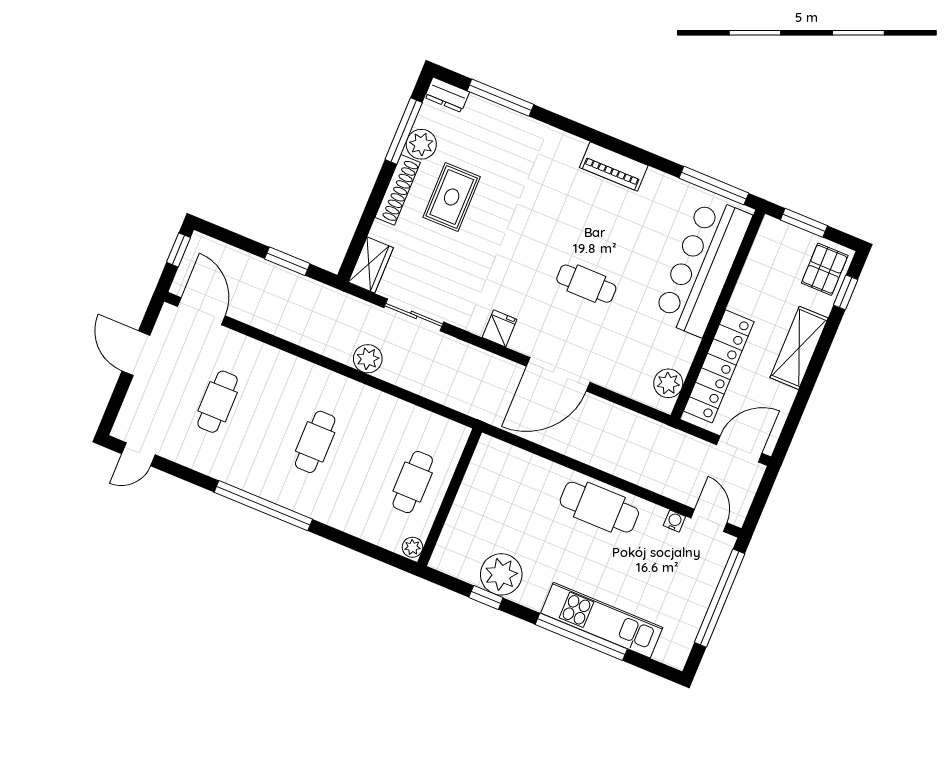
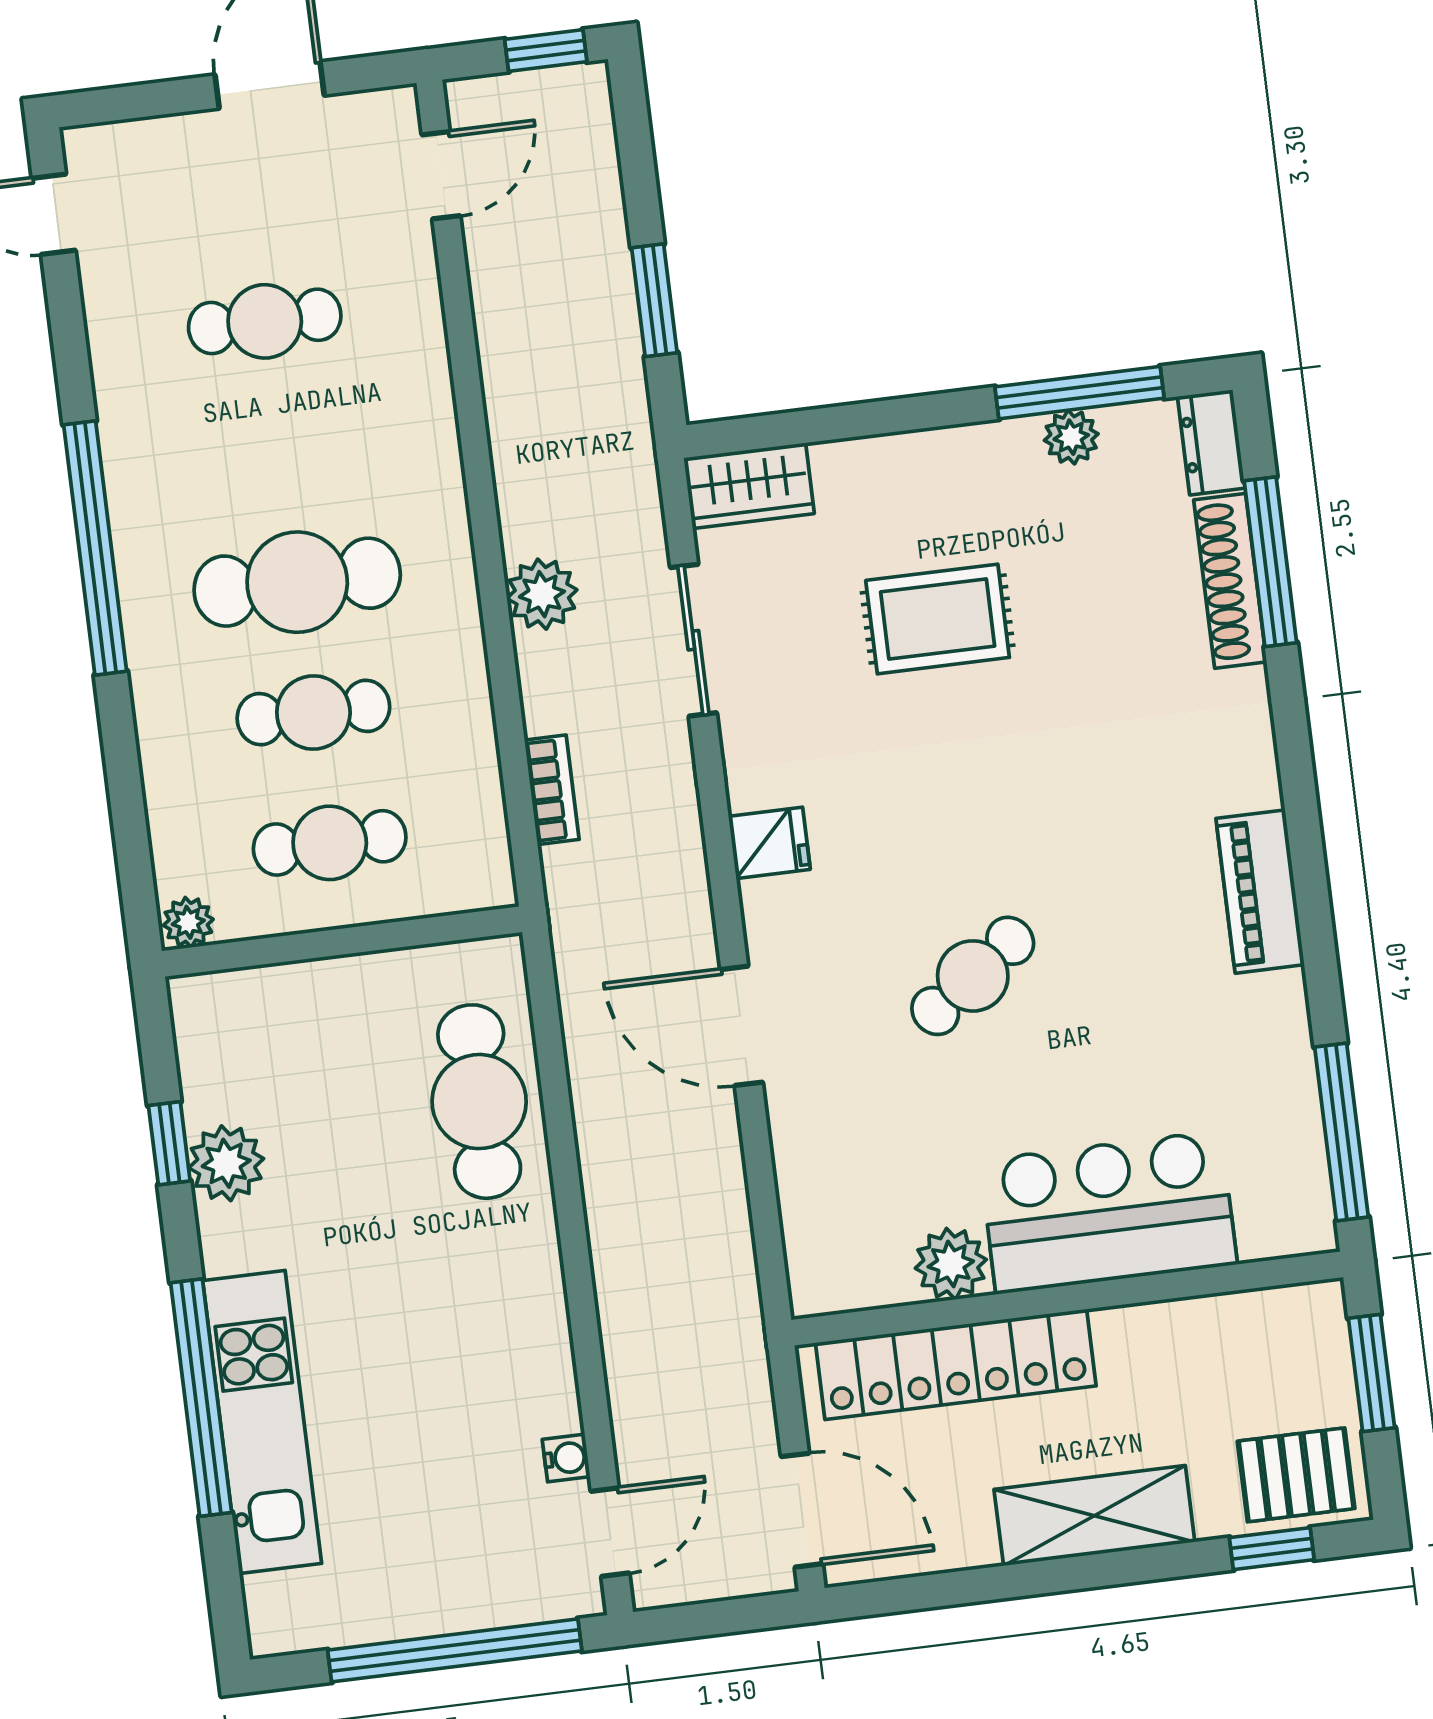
plant: (421, 144) -> (1071, 437), width x0.73, depth x0.73
shoe rack: (398, 190) -> (1230, 581), moved, turned 90
rug: (452, 197) -> (938, 619), moved
bar counter: (703, 266) -> (1108, 1212), width x0.73
cafe table: (586, 284) -> (973, 976), turned 54
door: (201, 311) -> (441, 175), width x0.73
door: (558, 374) -> (741, 1026), width x0.73
plant: (668, 383) -> (951, 1264), moved
bookcase: (438, 394) -> (552, 790), added
cafe table: (315, 442) -> (297, 582), width x1.37, depth x1.35
cafe table: (364, 462) -> (313, 712), added
cafe table: (599, 507) -> (479, 1102), moved
plant: (501, 574) -> (226, 1163), width x0.73, depth x0.73

